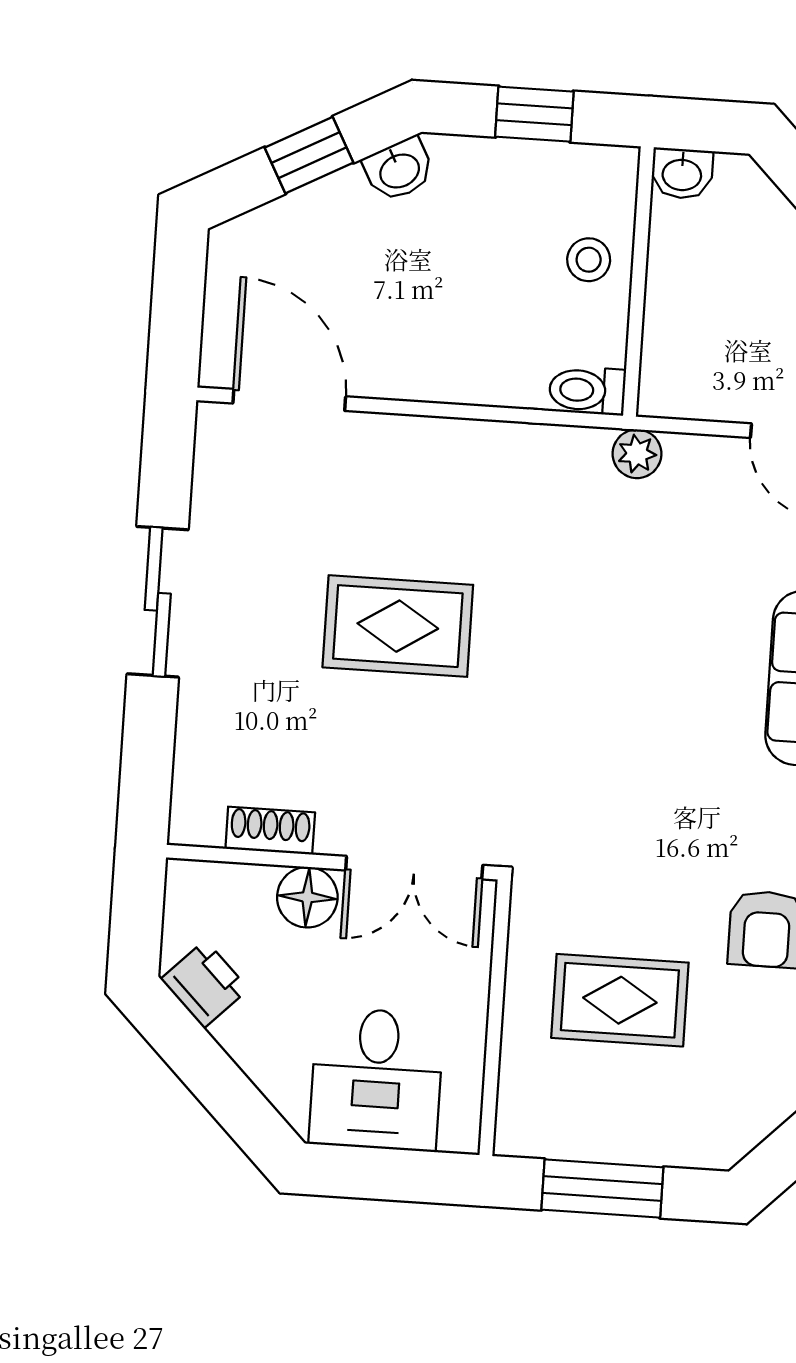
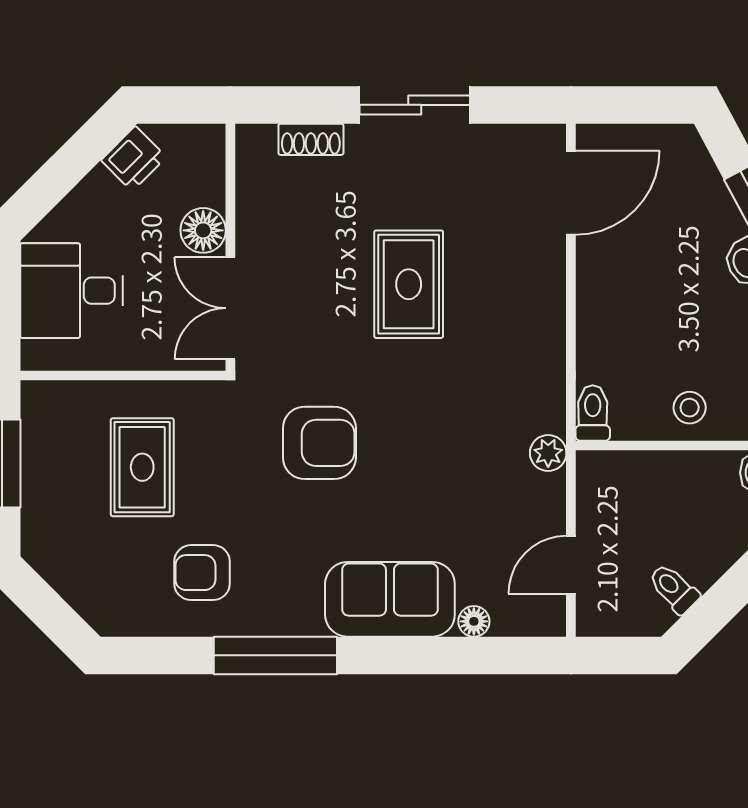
armchair: (603, 760) -> (319, 443), added
shoe rack: (270, 831) -> (311, 139), moved, turned 90

